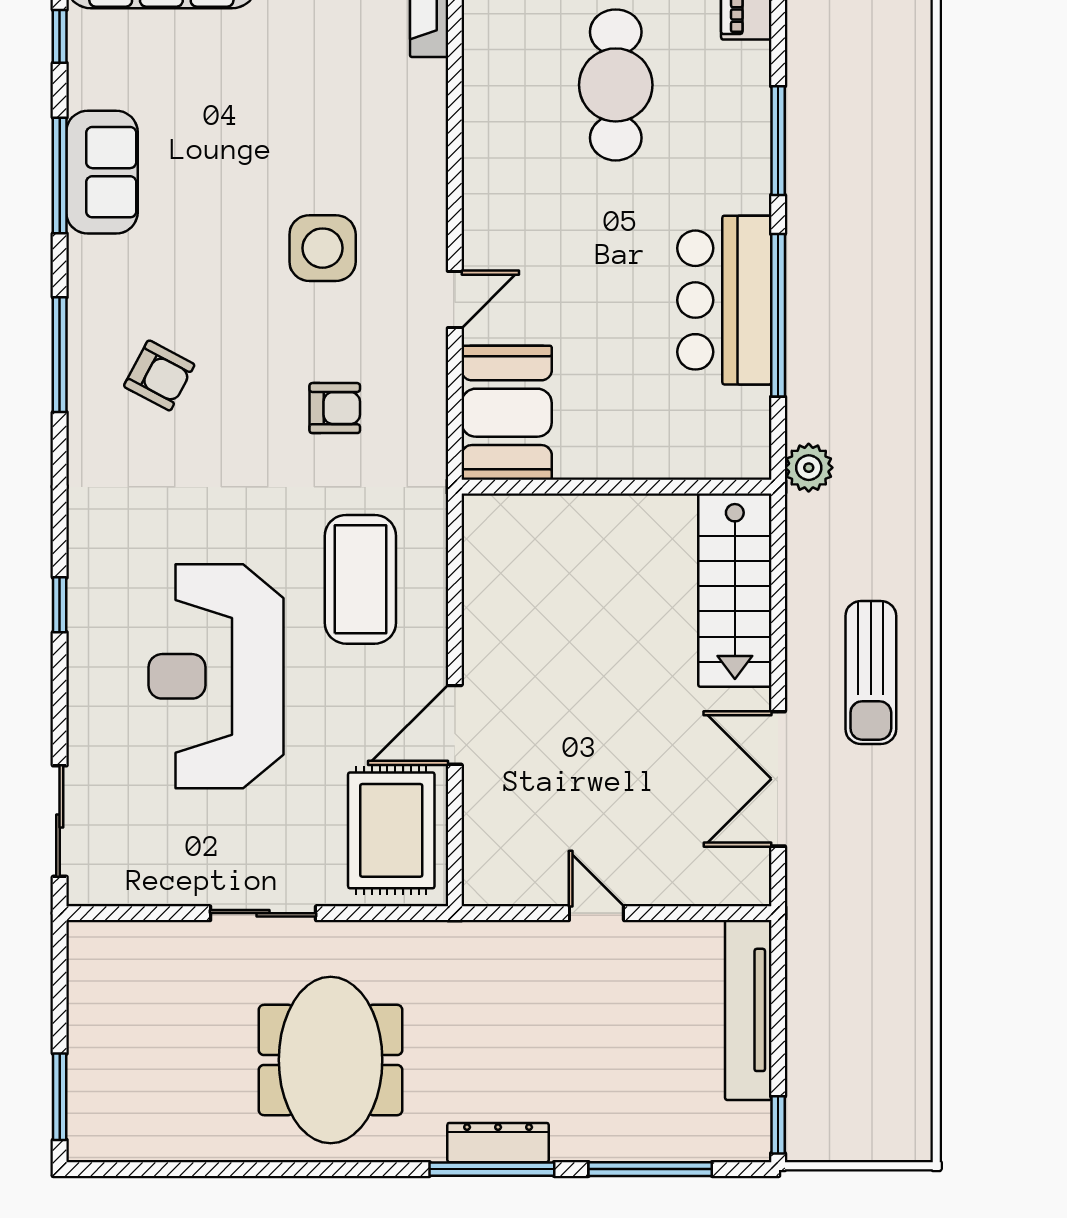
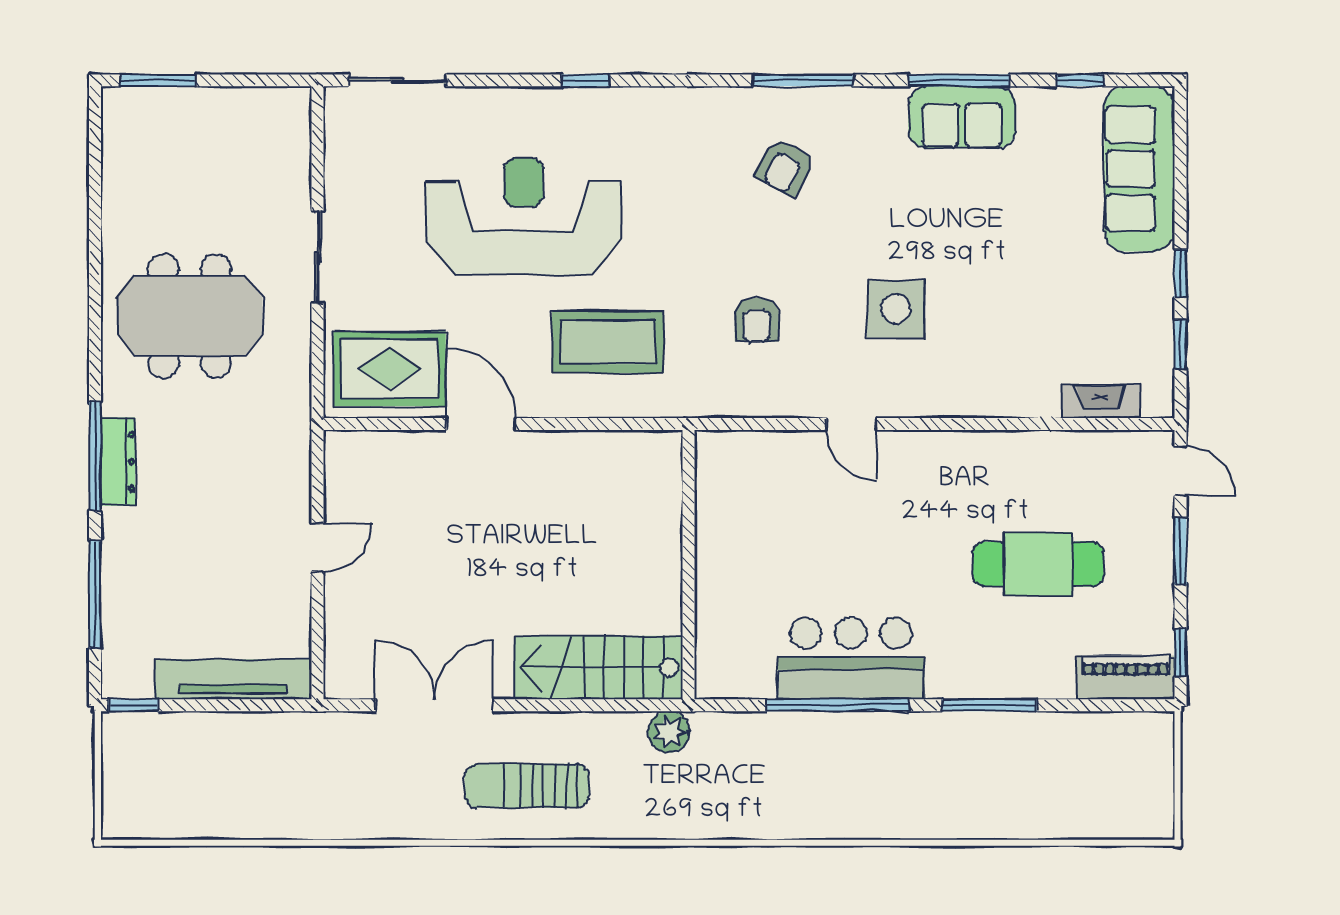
booth: (507, 413) -> (753, 469), removed
plant: (809, 468) -> (669, 732), moved

